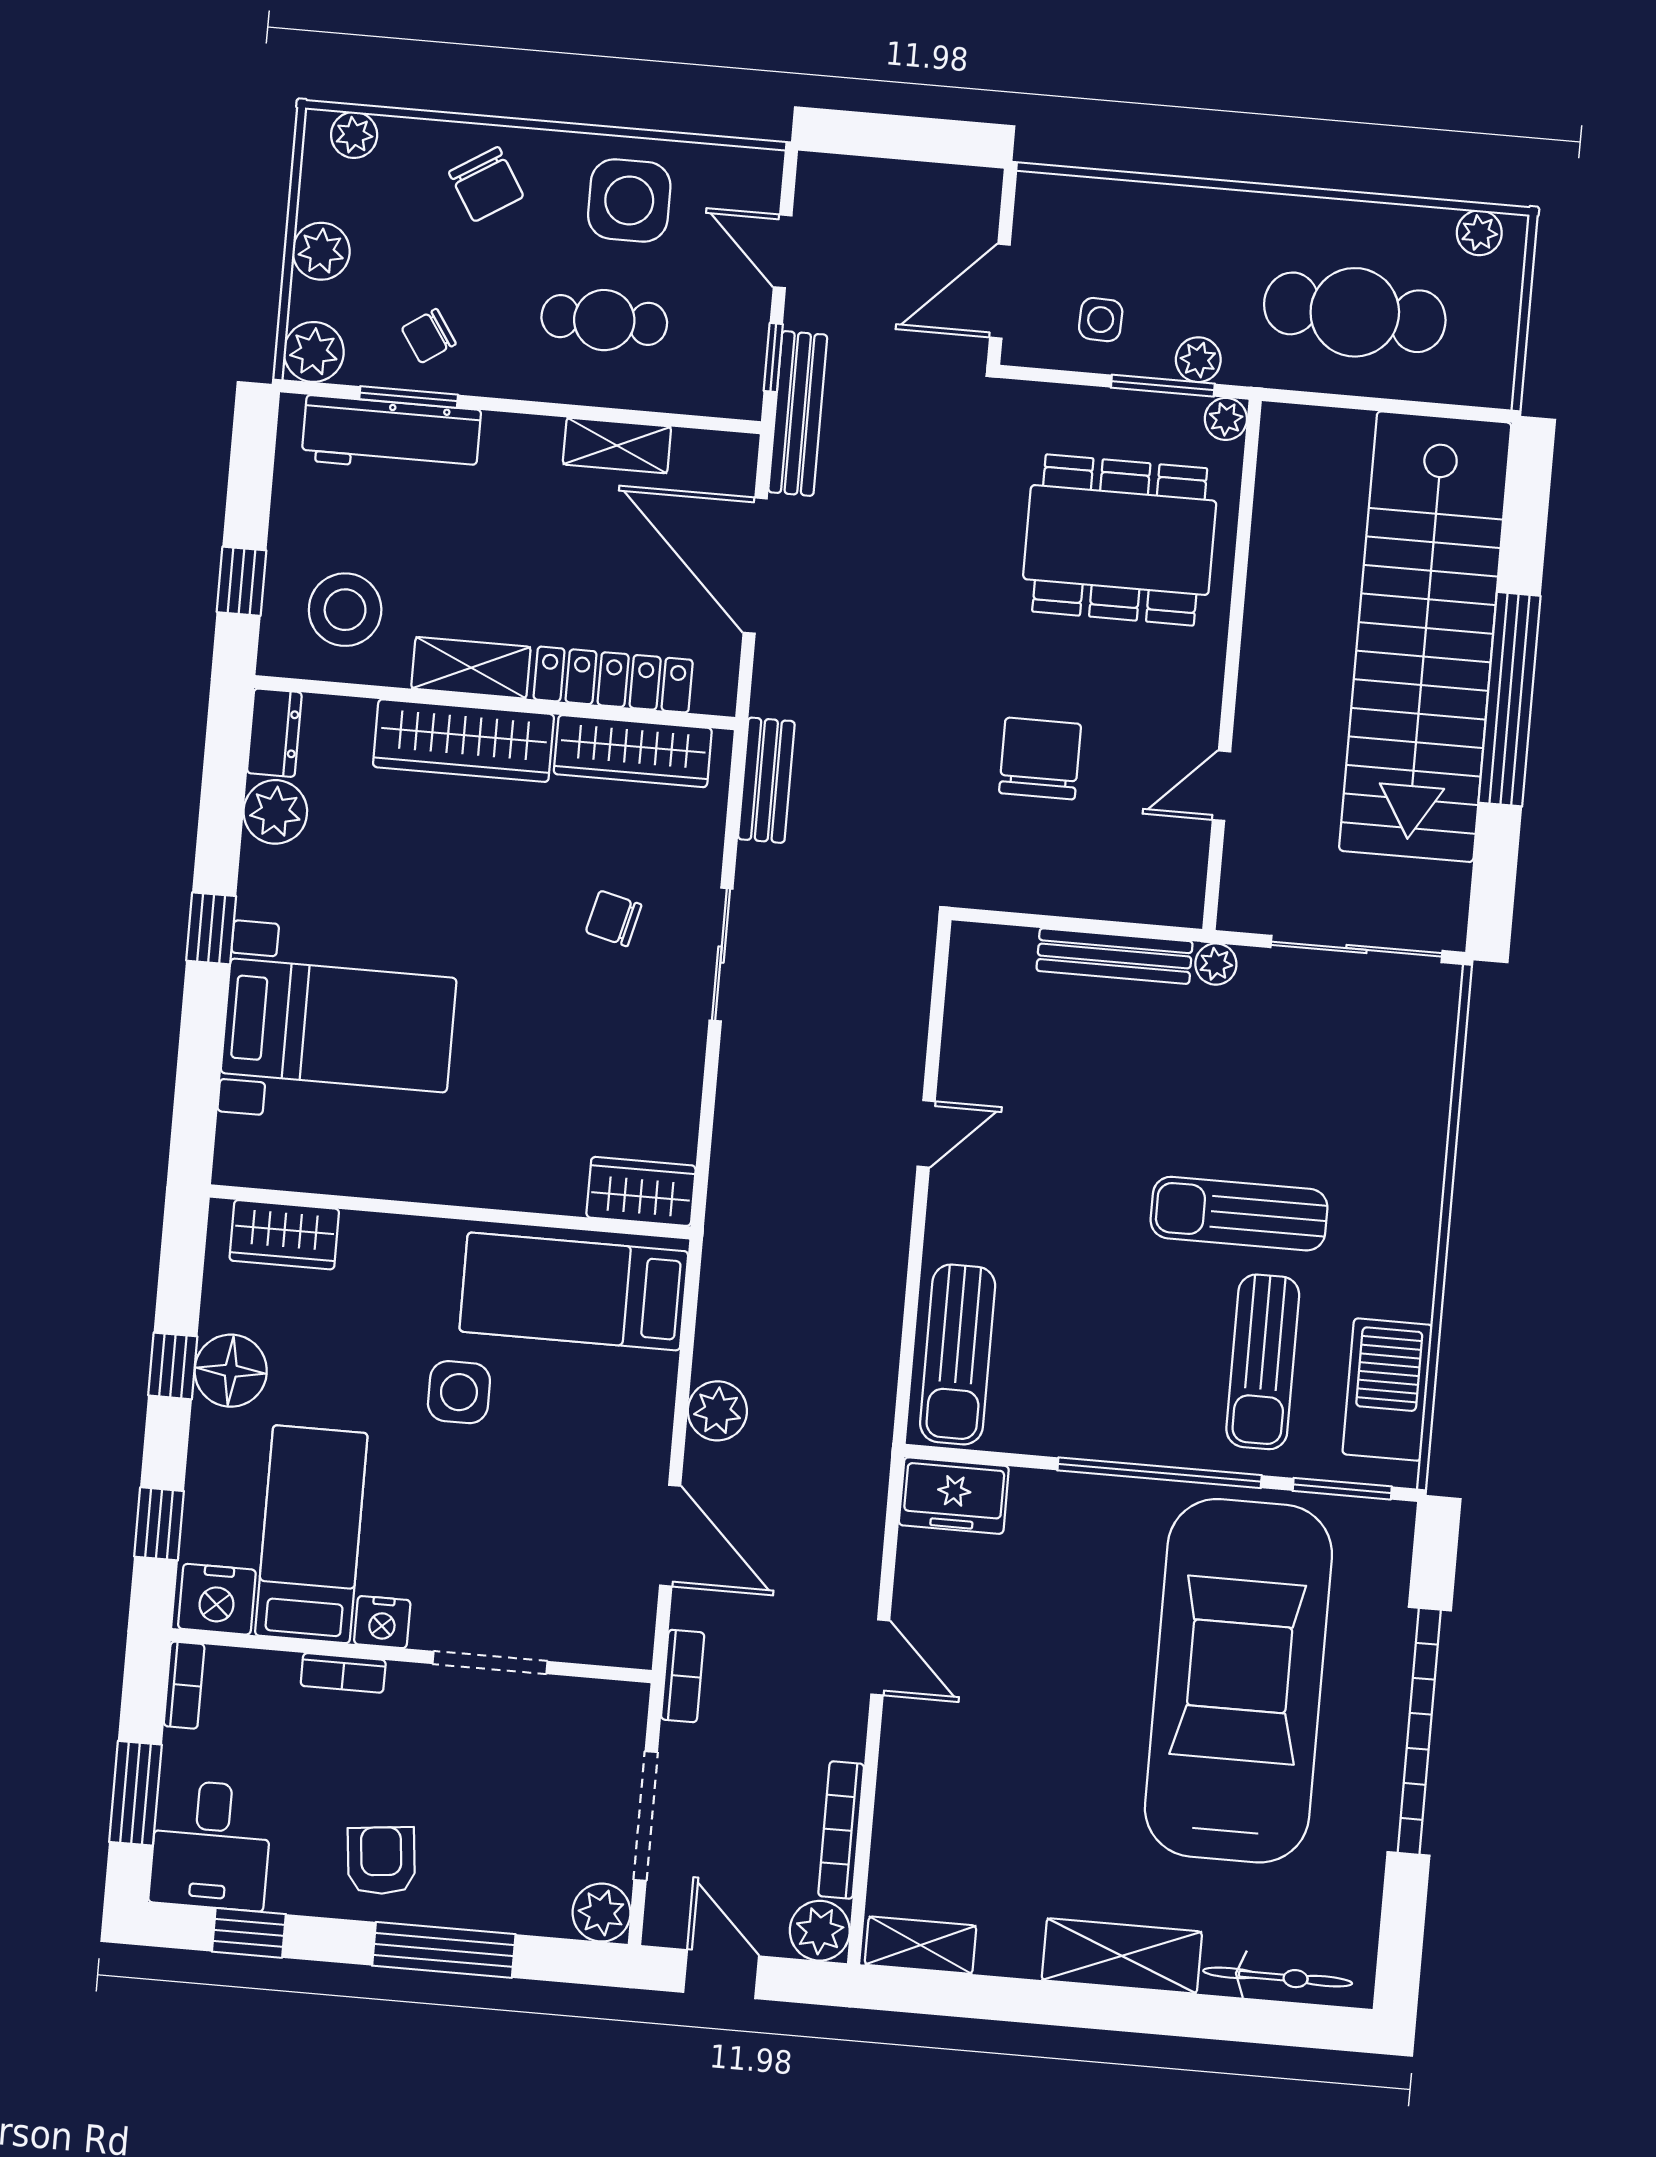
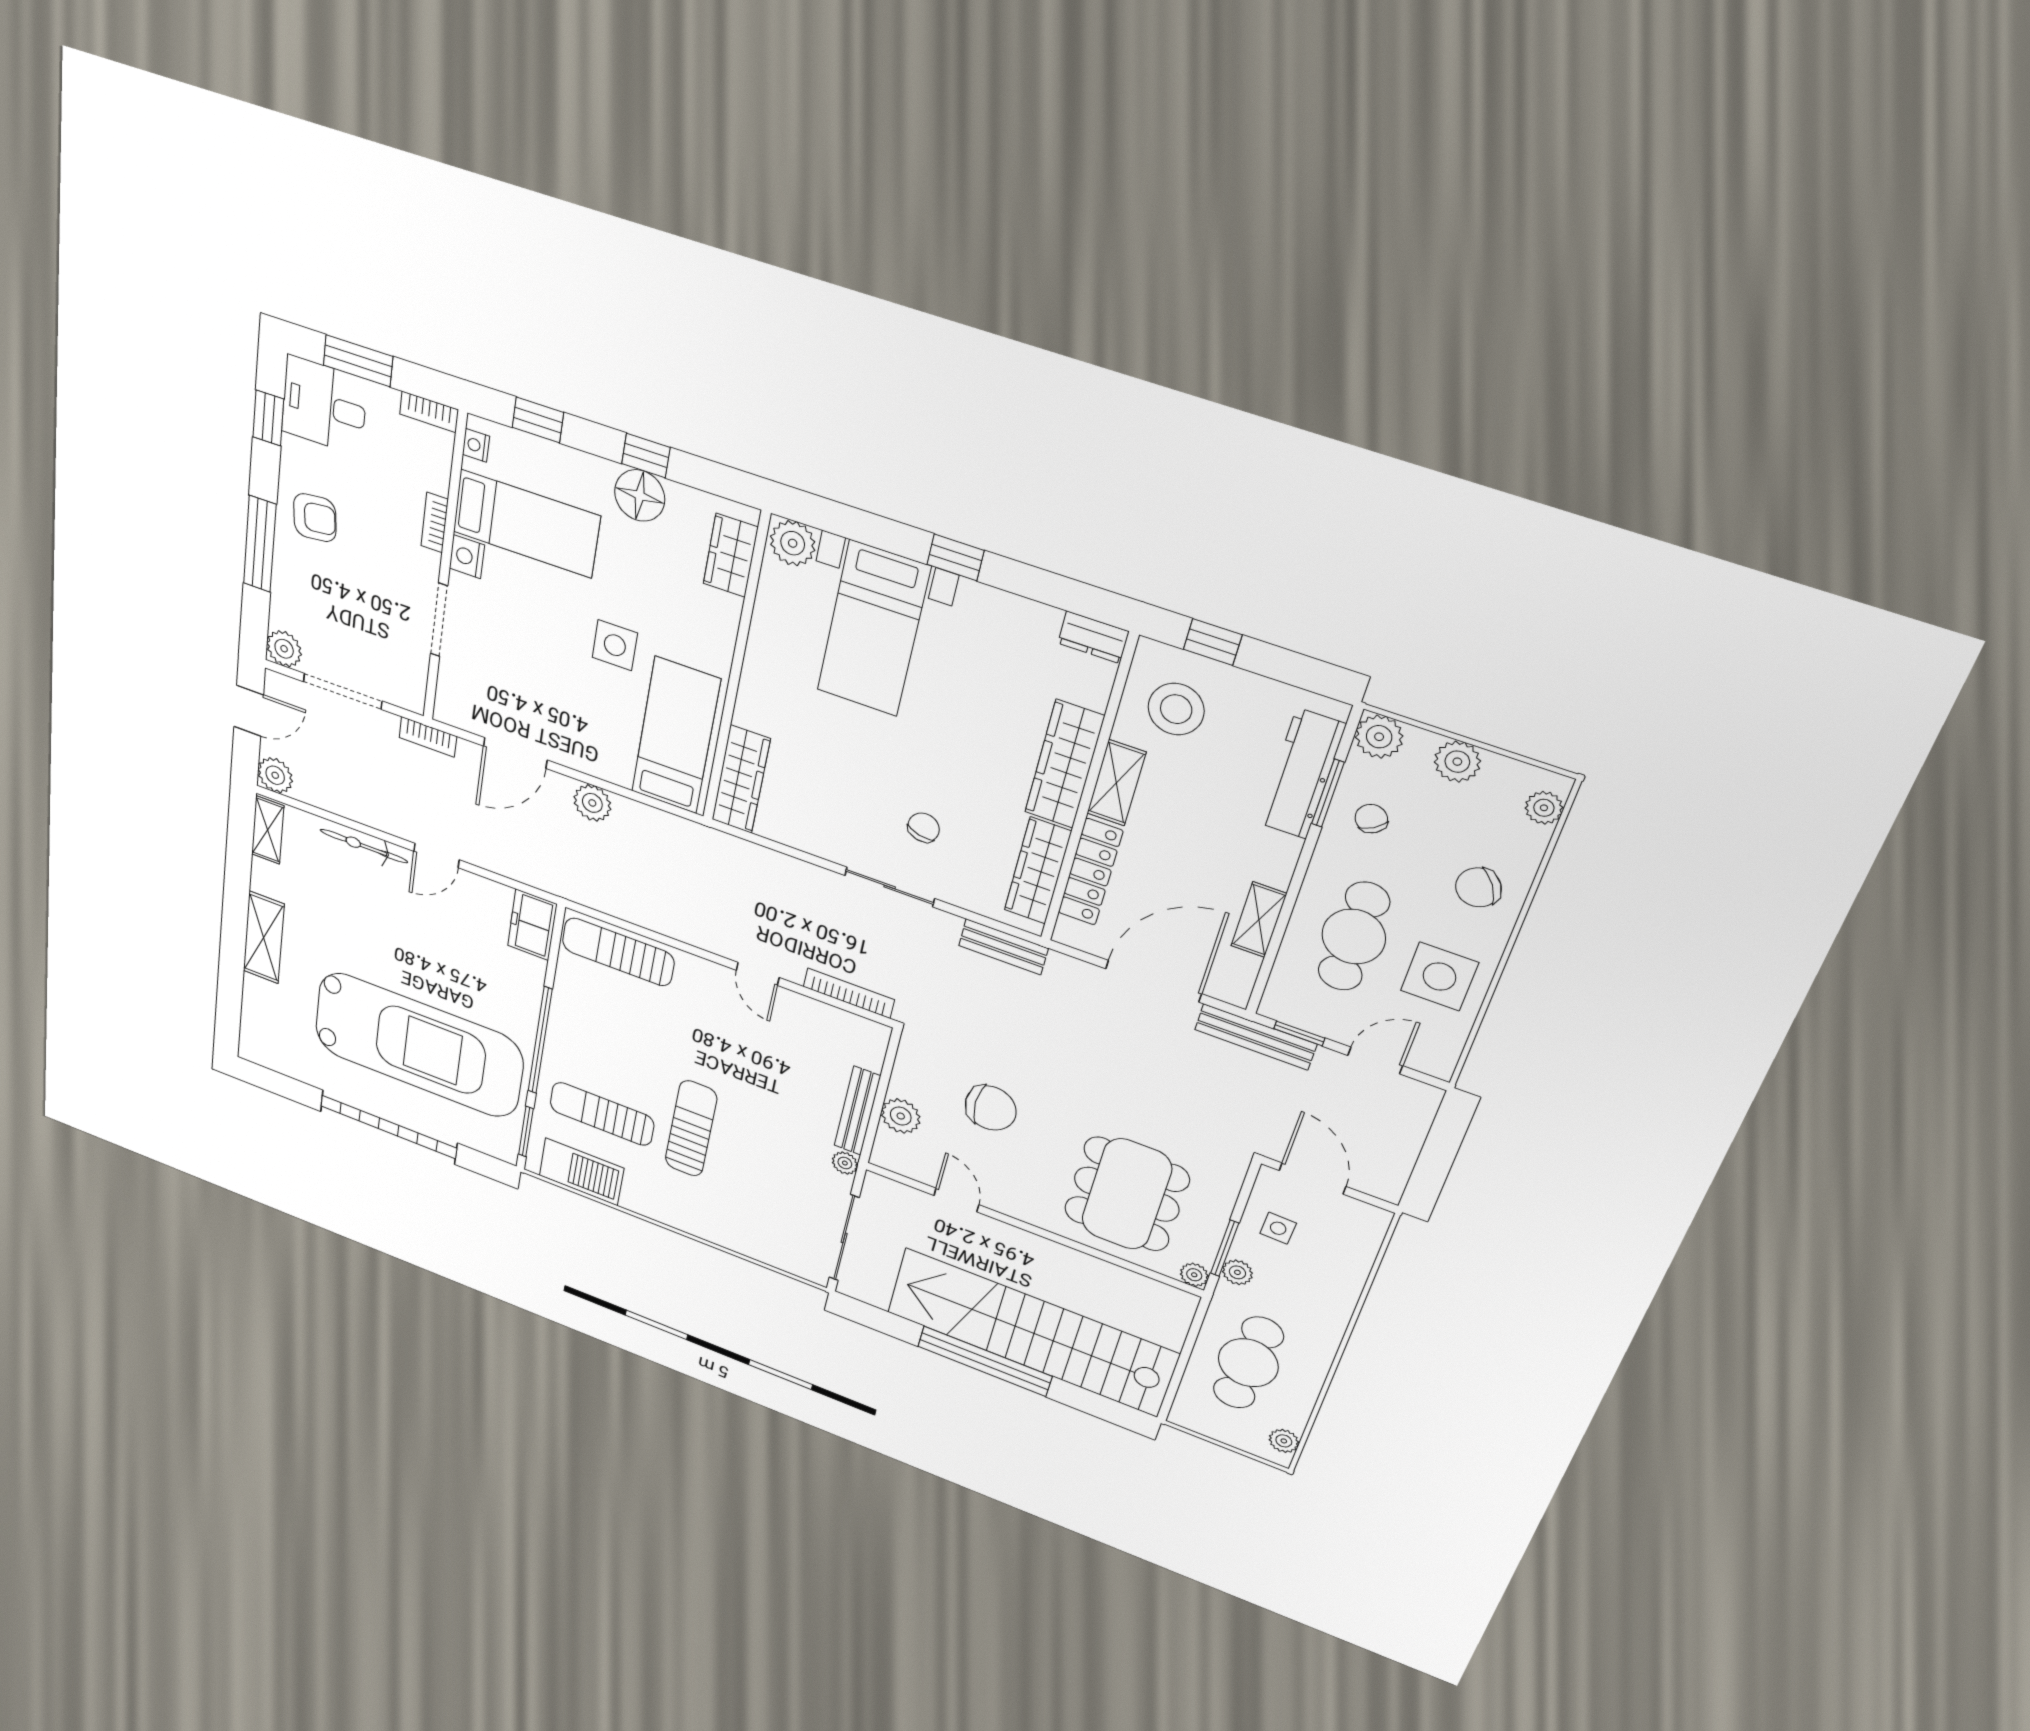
cafe table: (604, 320) -> (1354, 937), width x1.37, depth x1.35
plant: (275, 812) -> (793, 543), moved
plant: (1101, 889) -> (901, 1116), added
wardrobe: (641, 1191) -> (741, 779), width x1.50
nightstand: (217, 1599) -> (476, 445), width x0.53, depth x0.56
bookcase: (841, 1830) -> (849, 993), moved
bicycle: (1278, 1977) -> (364, 846), moved, turned 90

